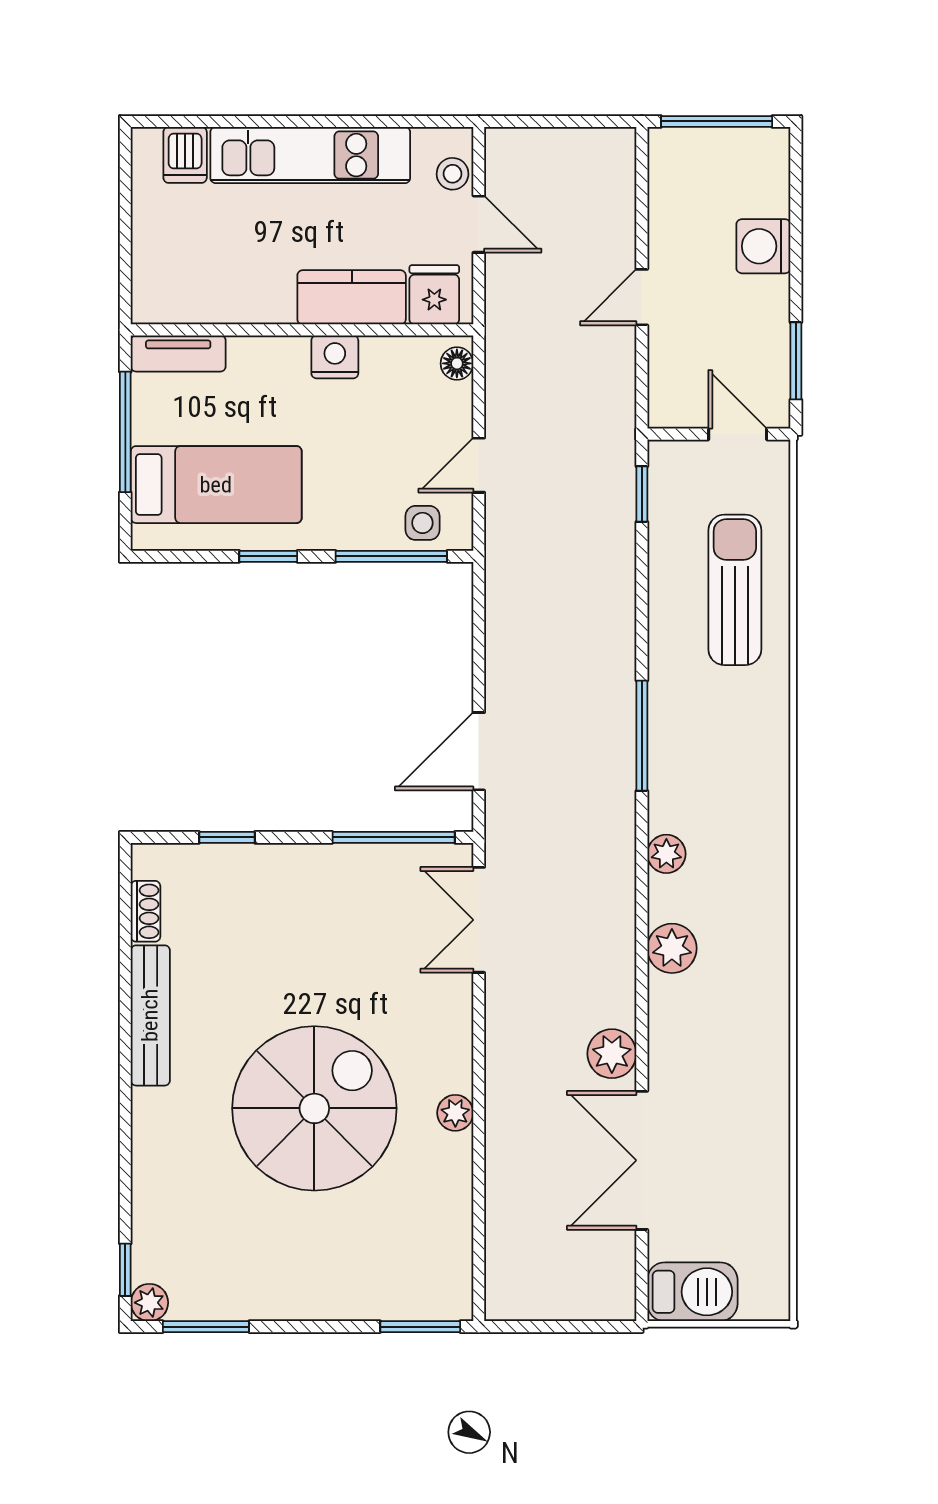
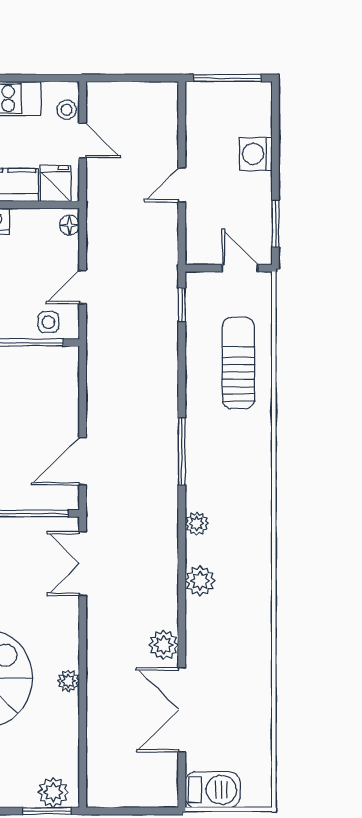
plant: (431, 1296) -> (53, 792), added

